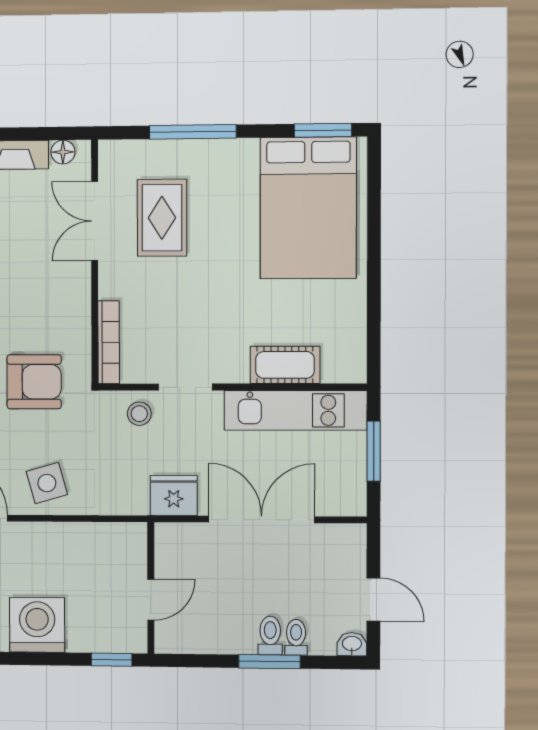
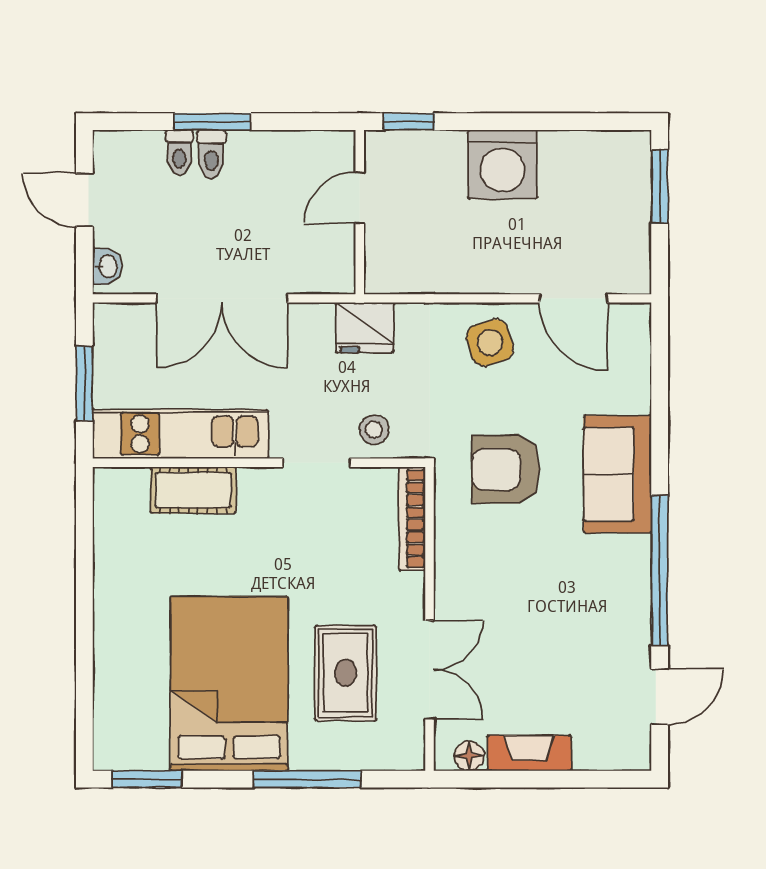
bed: (308, 208) -> (229, 684), moved
fridge: (174, 496) -> (365, 328), moved
washbasin: (352, 644) -> (107, 266), moved, turned -90

